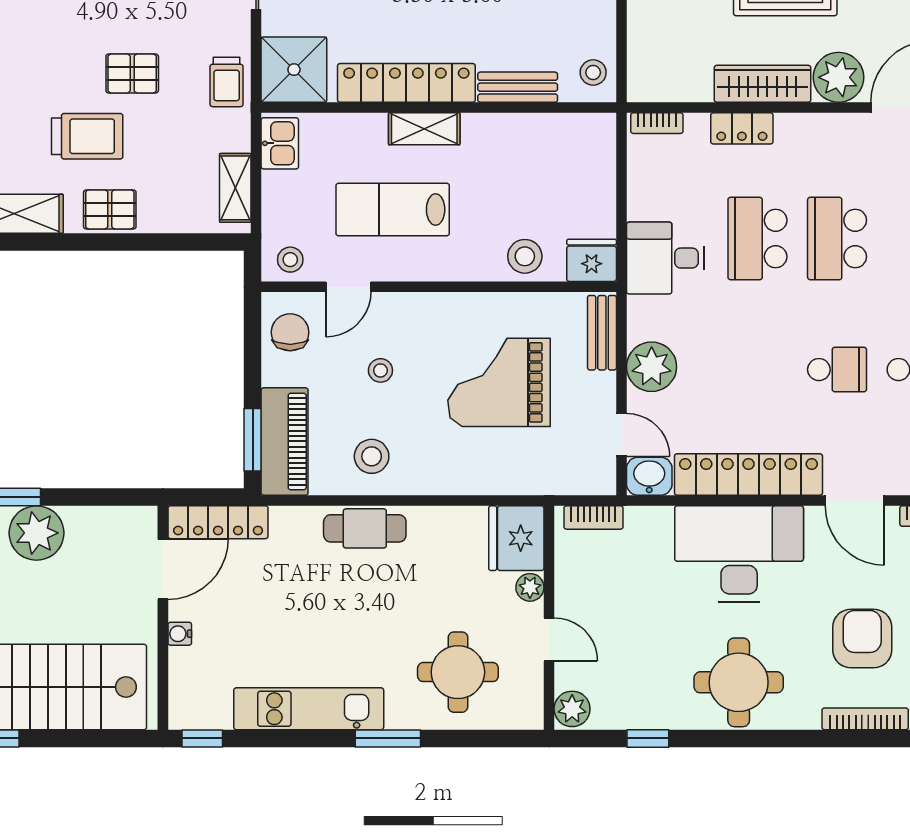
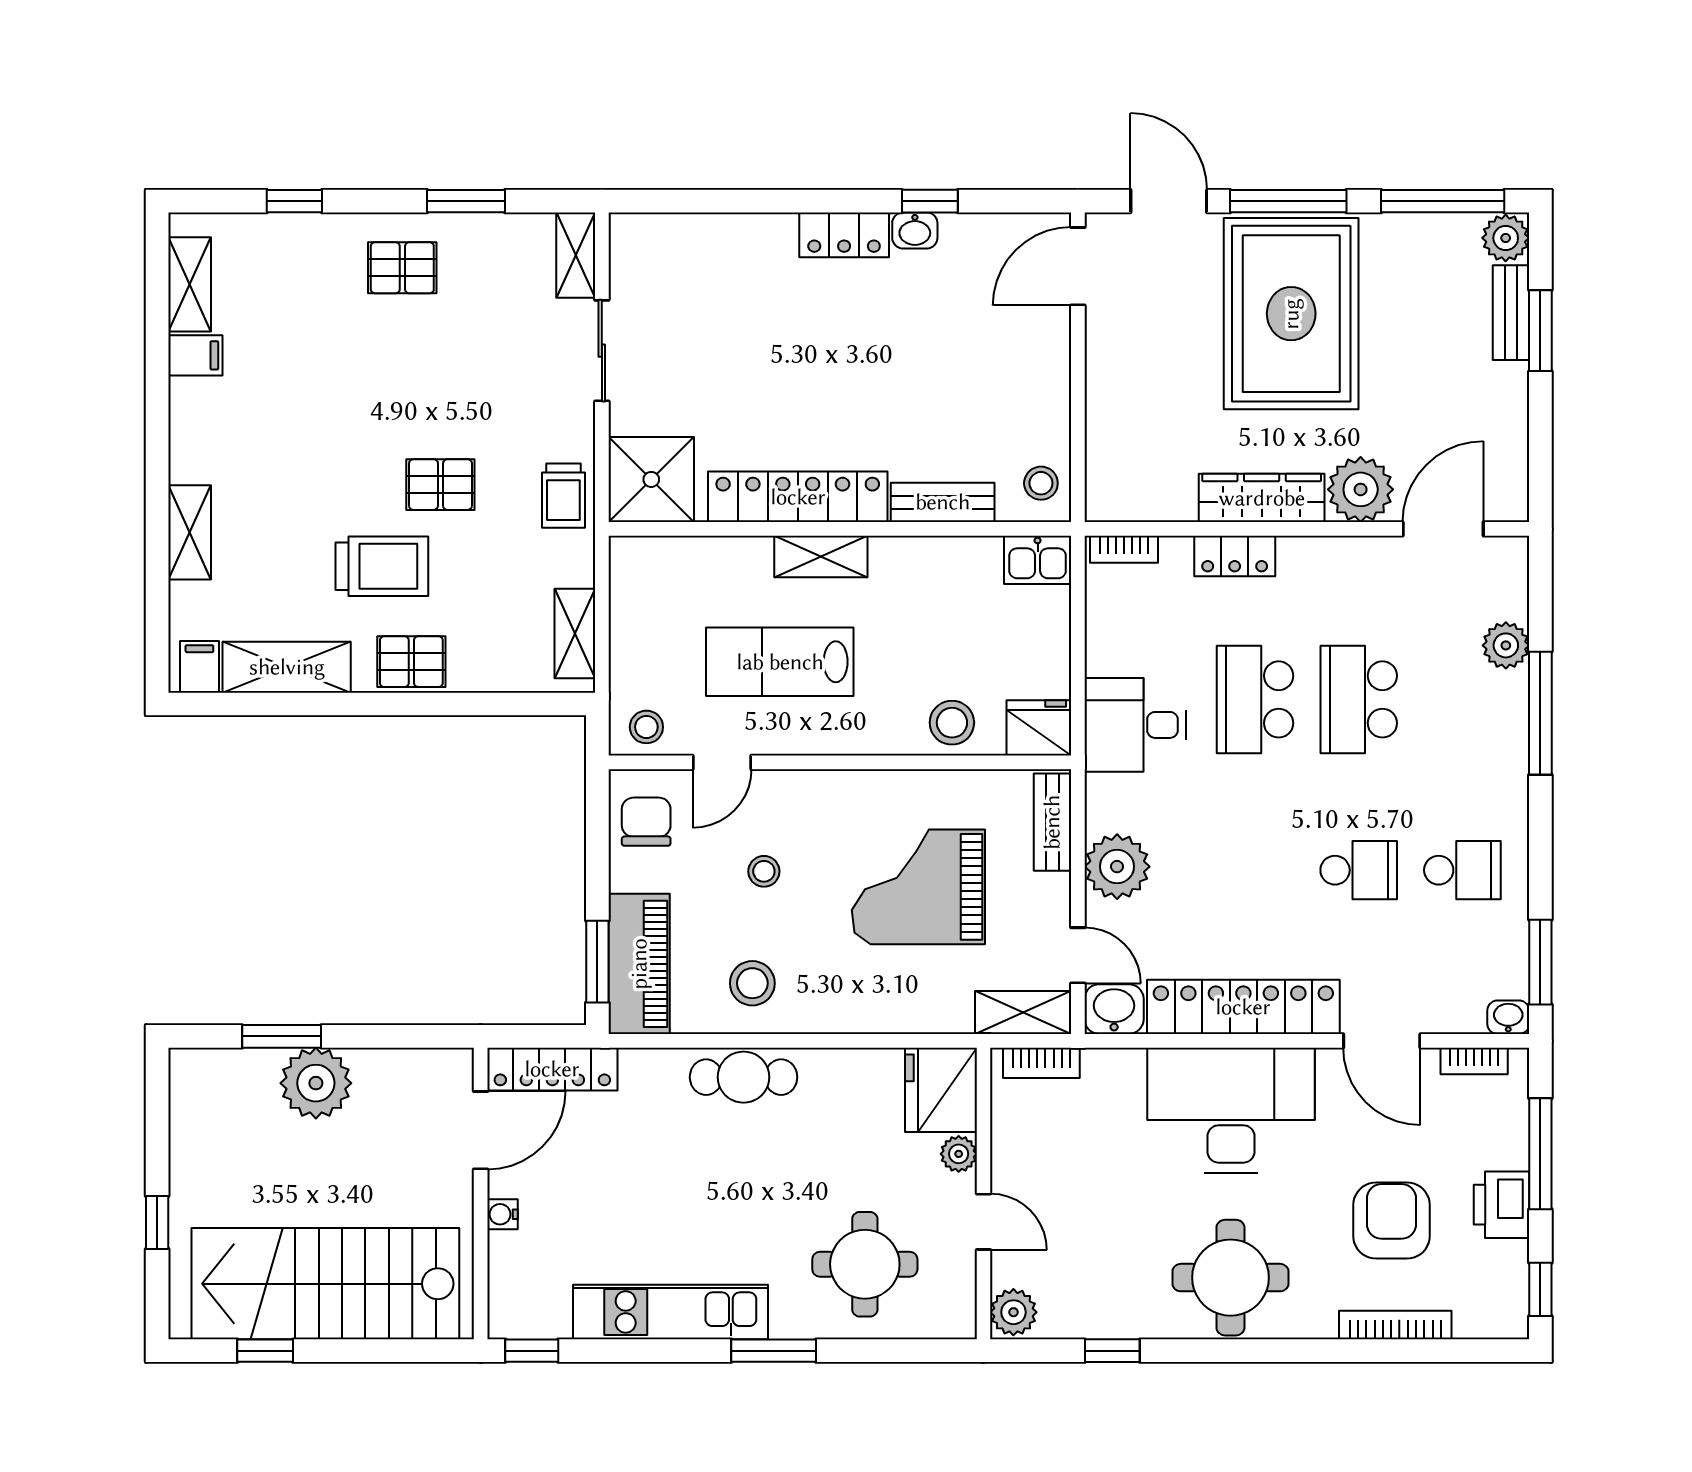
kitchen sink: (280, 143) -> (1038, 560), moved, turned 90
shelving: (579, 479) -> (1023, 1012), added

